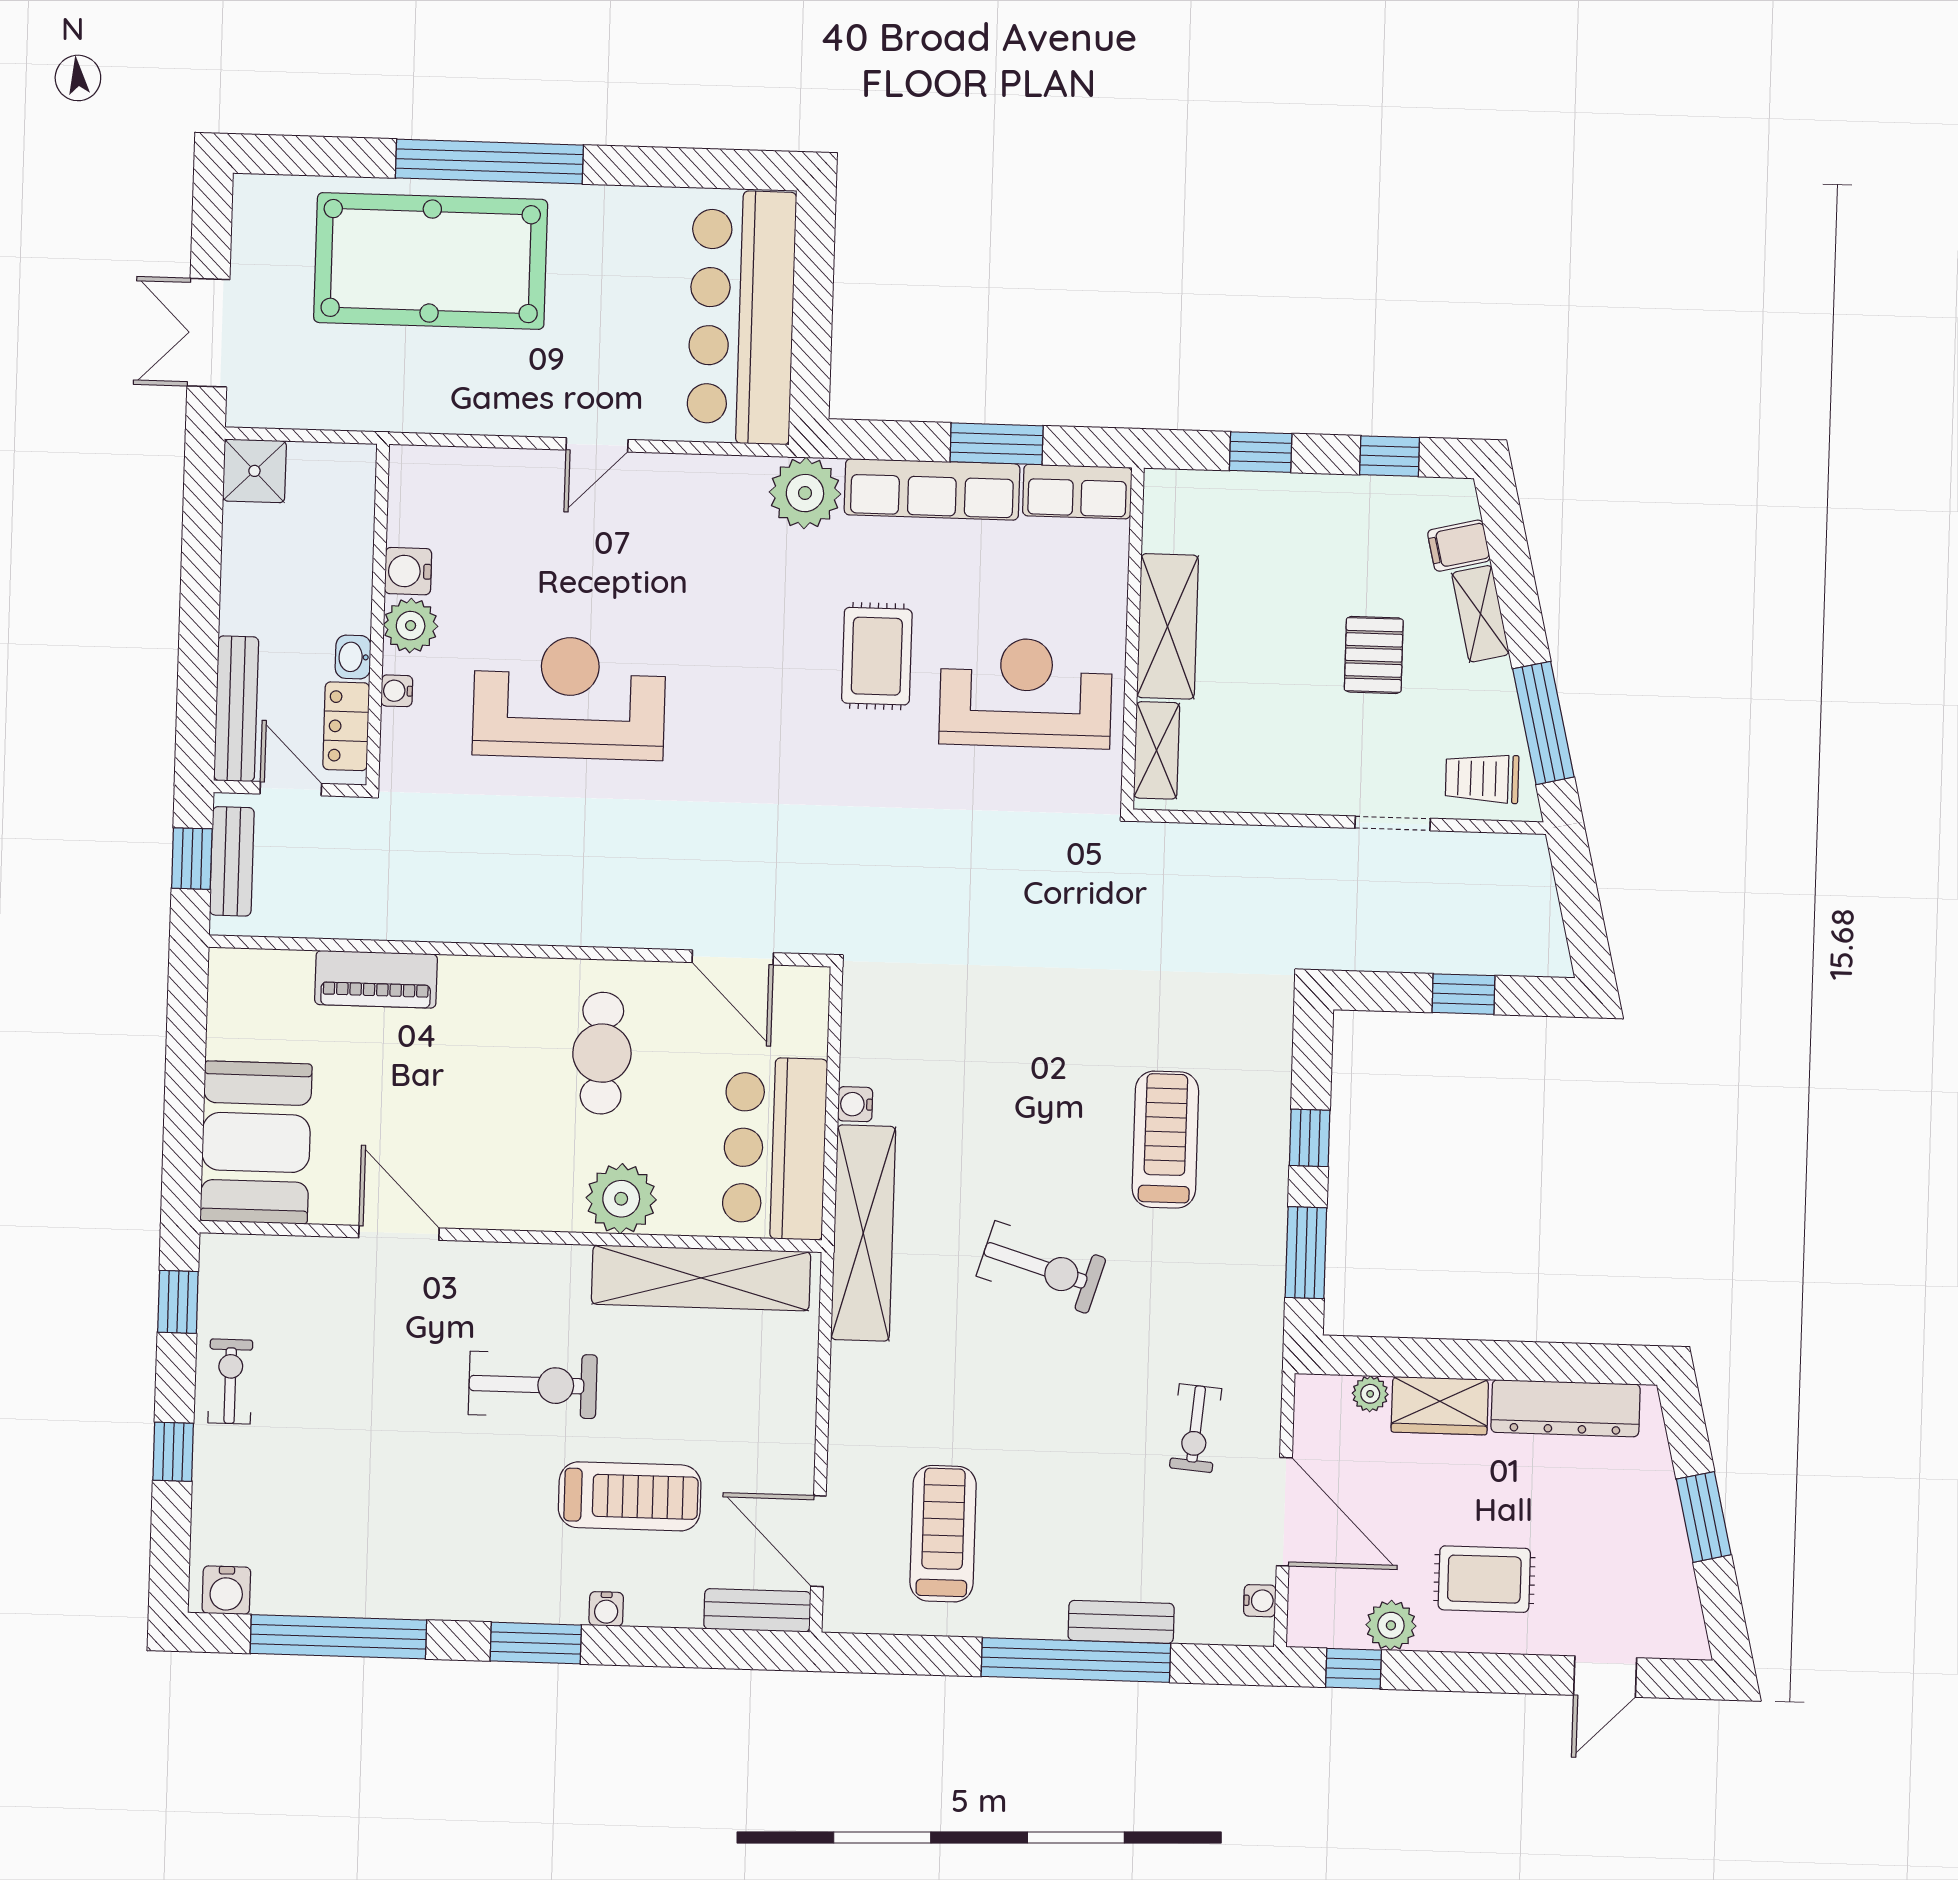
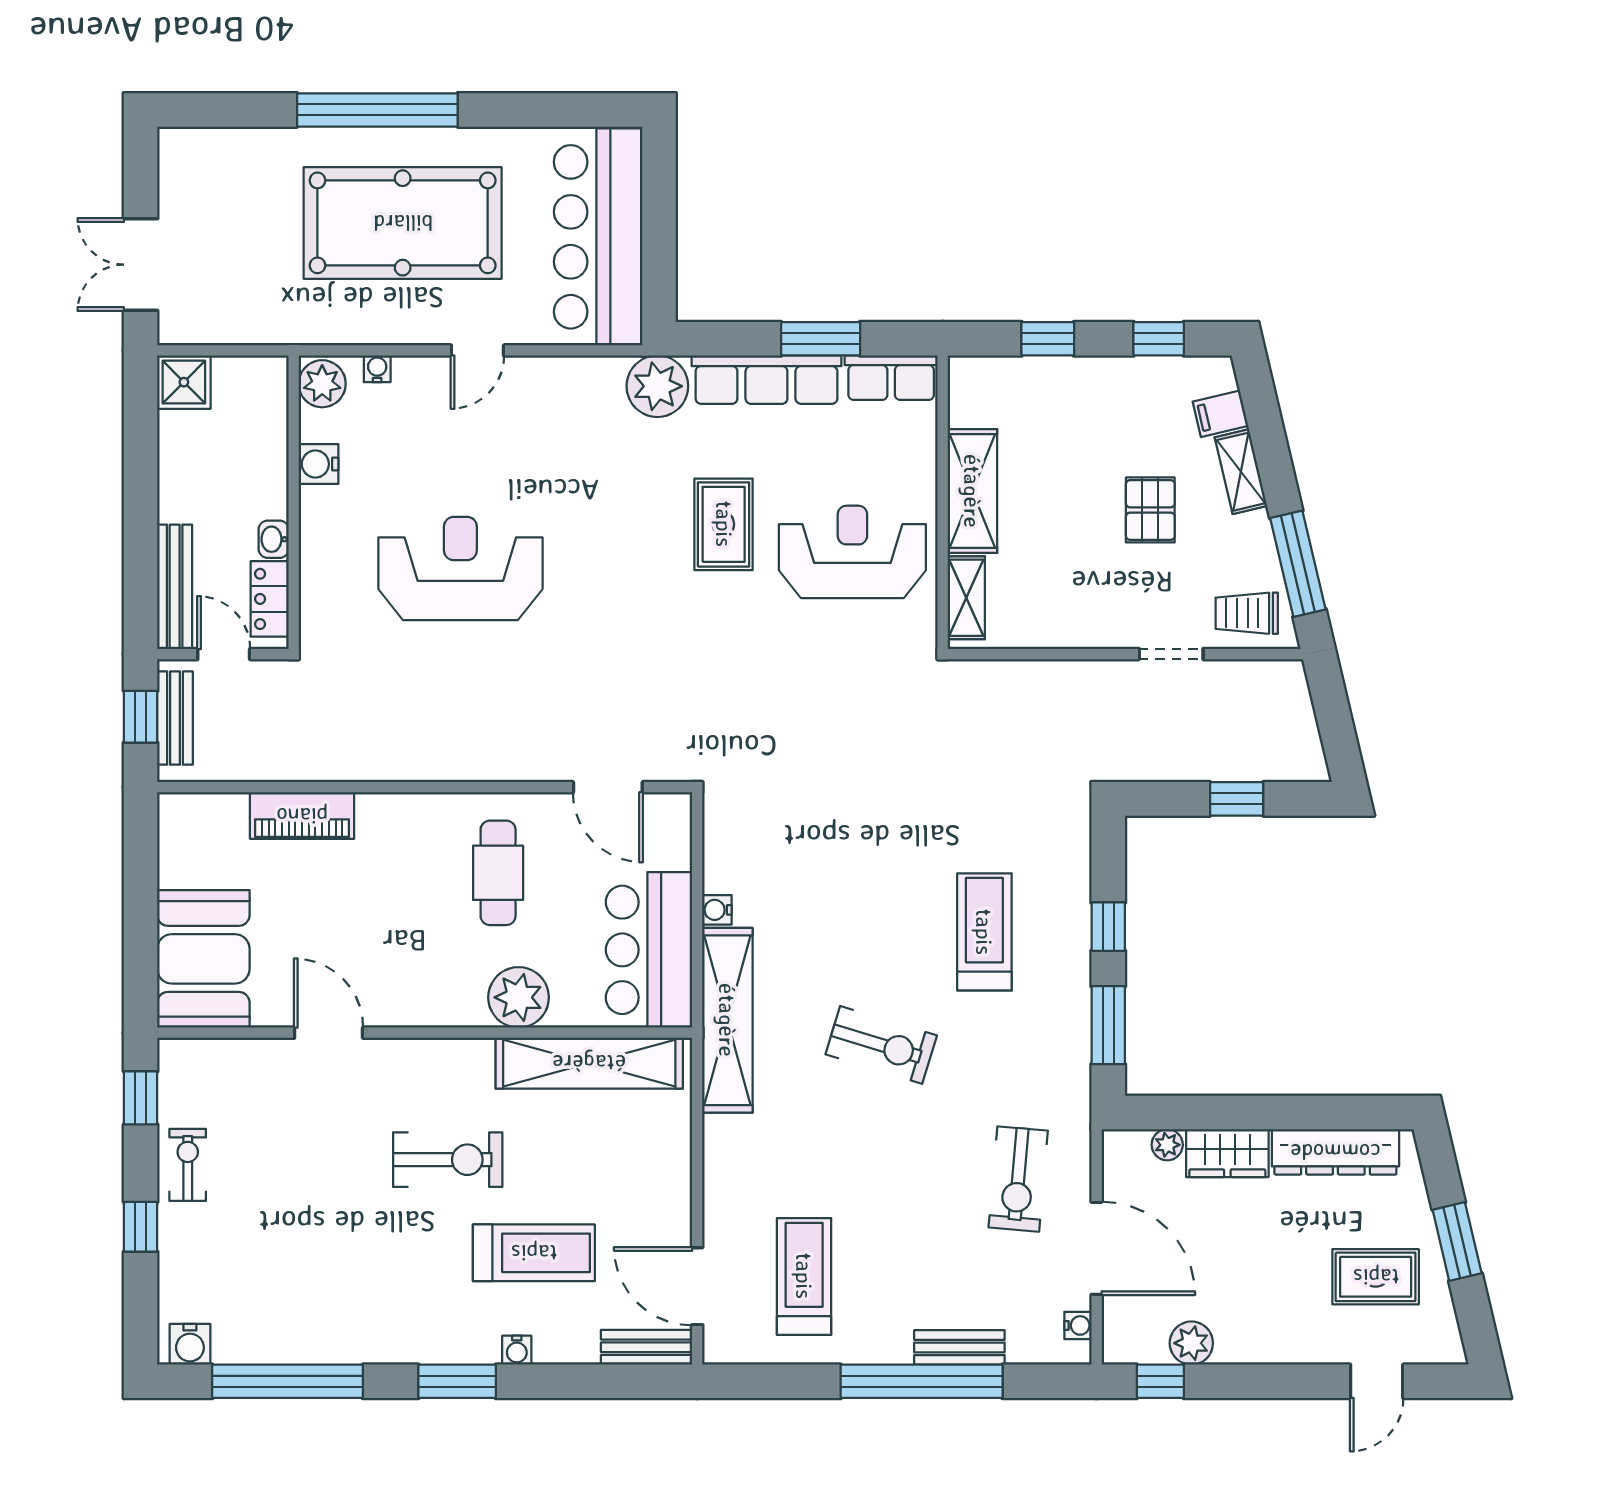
pool table: (431, 261) -> (403, 223), moved
plant: (411, 626) -> (322, 384), moved
water cooler: (397, 691) -> (377, 369), moved, turned 90
exercise bike: (1196, 1428) -> (1018, 1179), width x1.38, depth x1.39
rug: (1484, 1579) -> (1376, 1277), moved

